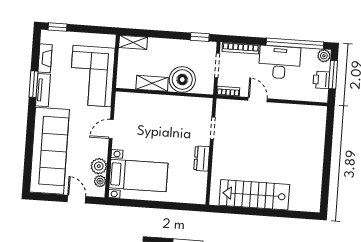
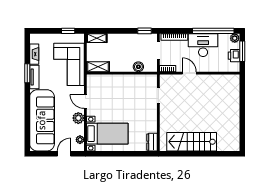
window: (57, 27) -> (68, 31), moved
boiler: (182, 80) -> (138, 67), width x0.54, depth x0.54
shelving: (152, 83) -> (98, 67), moved
door: (111, 129) -> (85, 102), hinge flipped
dresser: (202, 159) -> (152, 142), moved
plant: (99, 166) -> (78, 118), moved
door: (77, 199) -> (64, 154), hinge flipped

